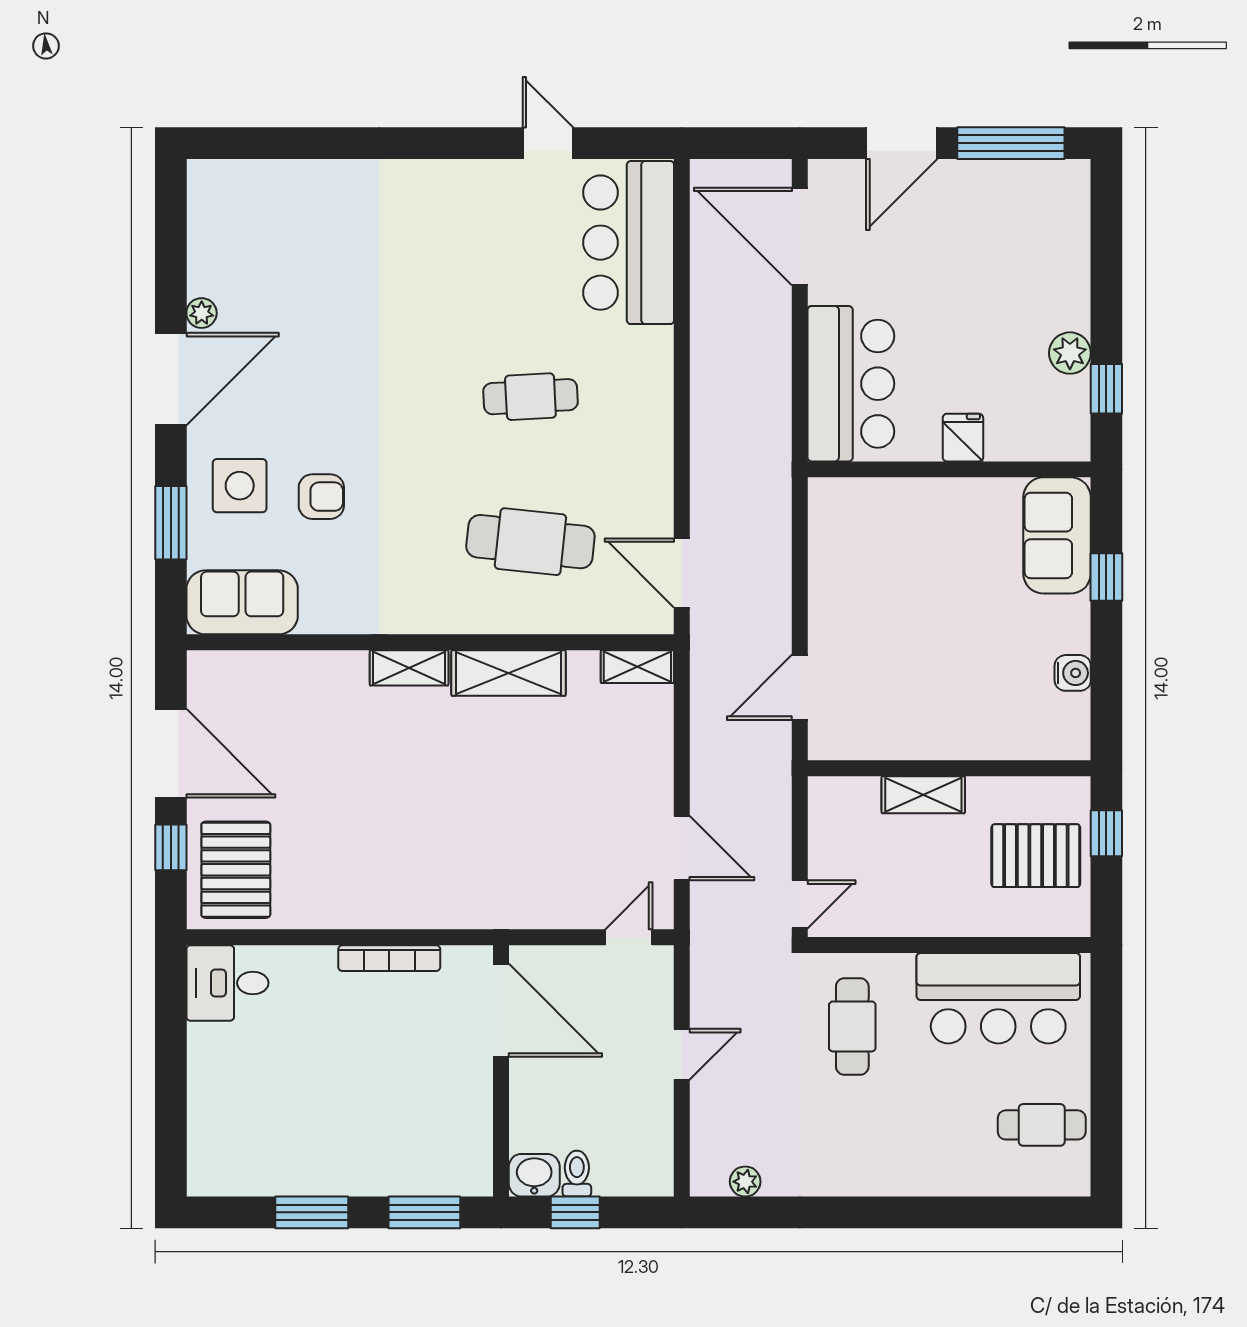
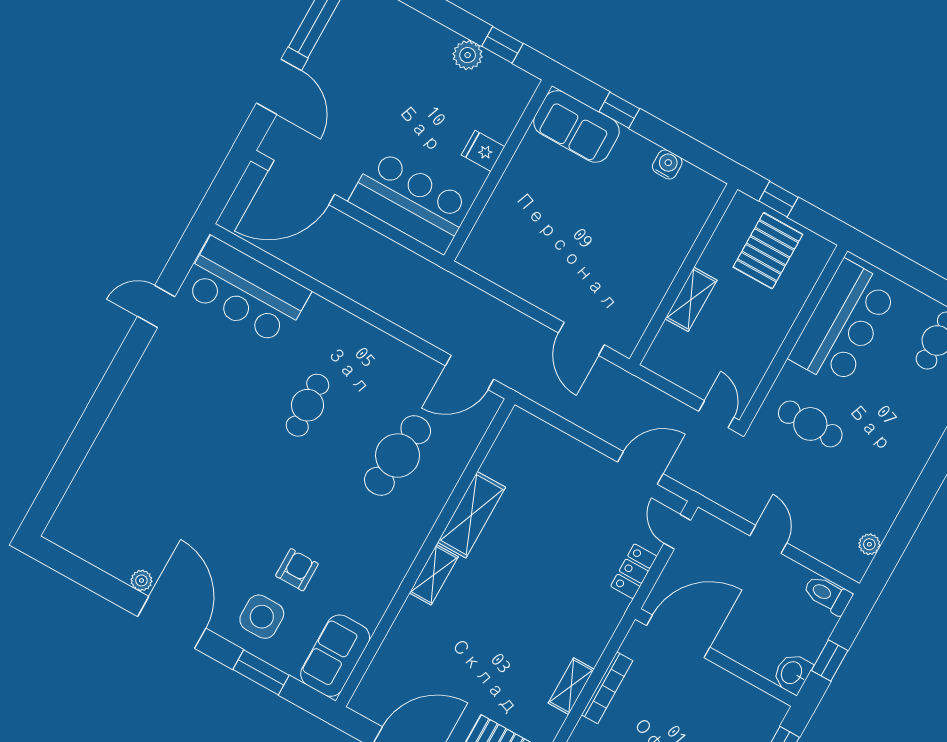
shelving: (637, 667) -> (571, 686), moved
locker: (551, 911) -> (634, 571), added
toilet: (577, 1174) -> (827, 595), moved, width x1.37, depth x1.39

